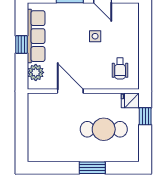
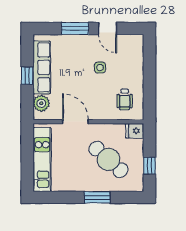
window: (145, 116) -> (149, 166), moved
kitchen unit: (37, 129) -> (42, 159), added
cafe table: (104, 129) -> (108, 159), turned 42

